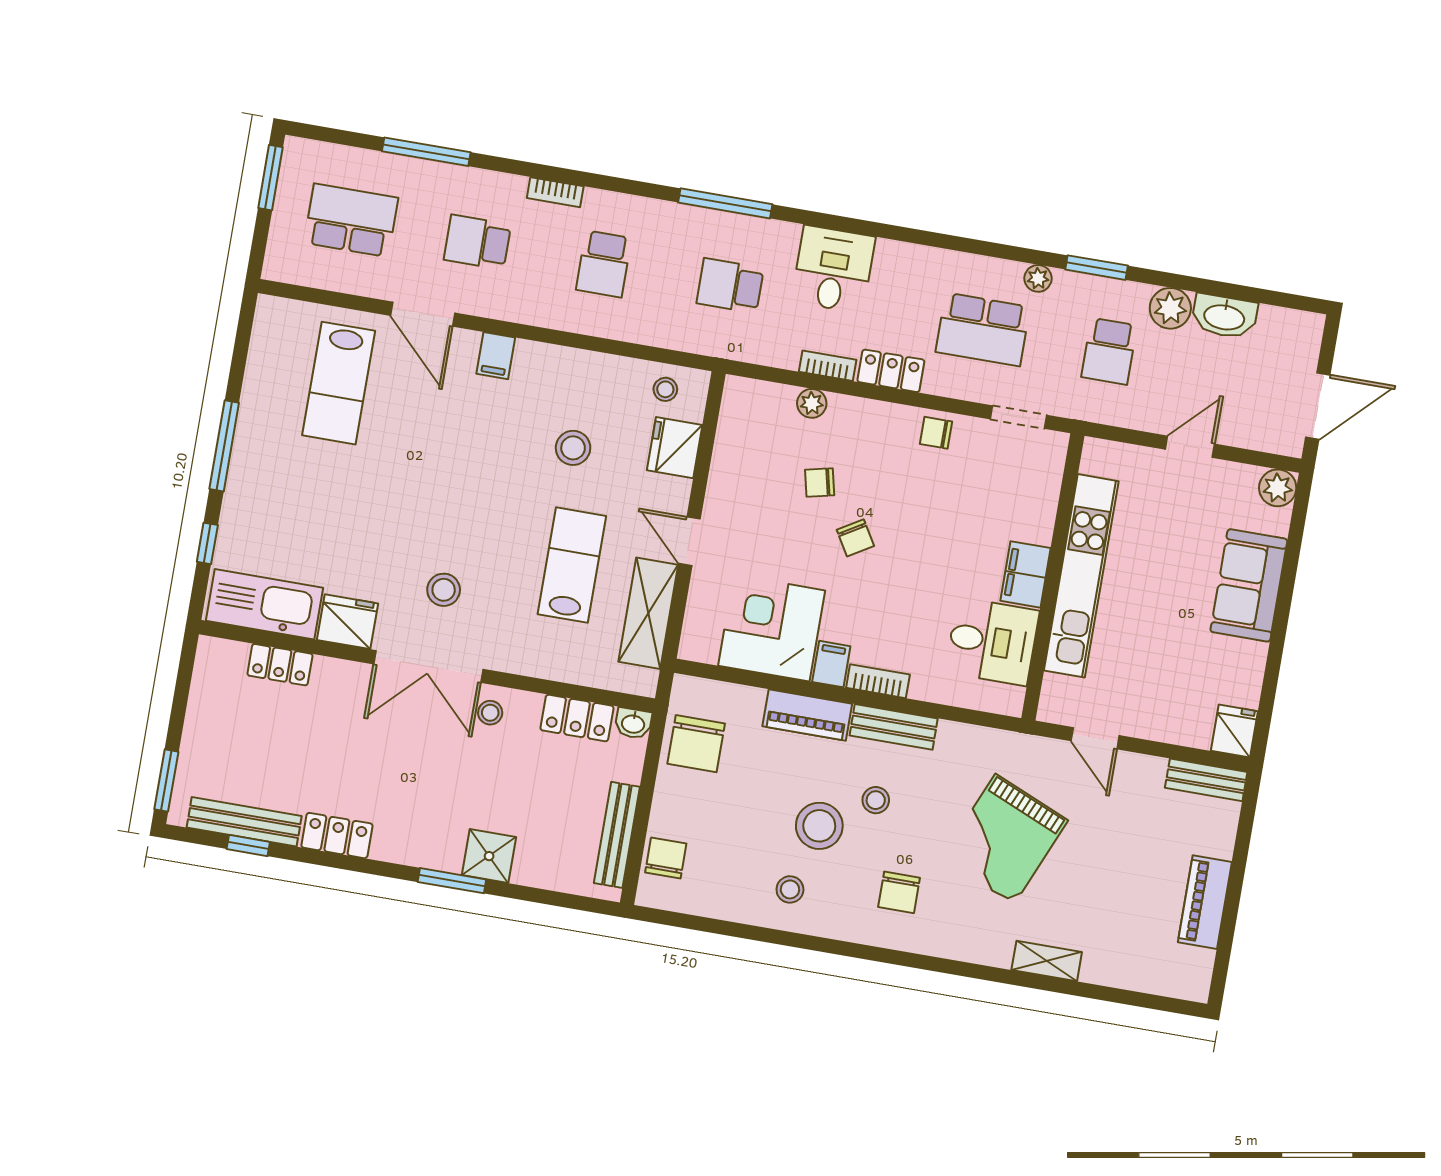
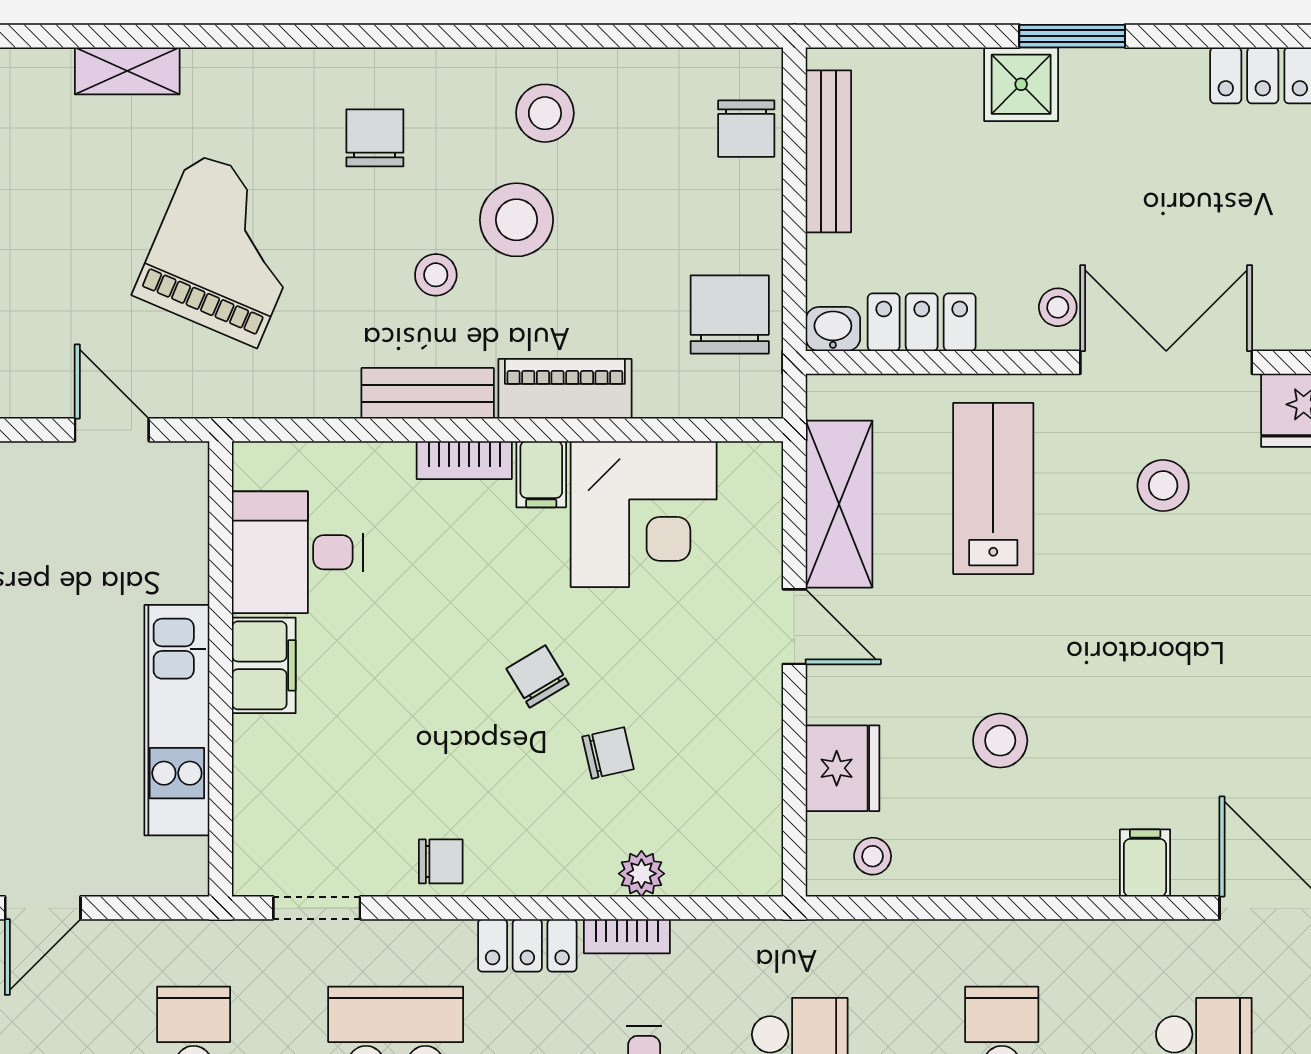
lab bench: (572, 565) -> (993, 488), moved, turned 180
kitchen unit: (1081, 576) -> (177, 720), width x0.73
stool: (790, 889) -> (545, 113), width x1.37, depth x1.37

